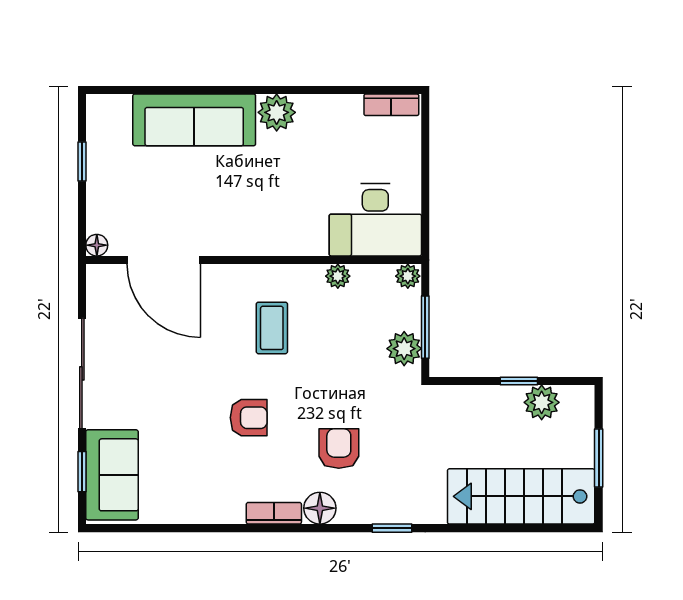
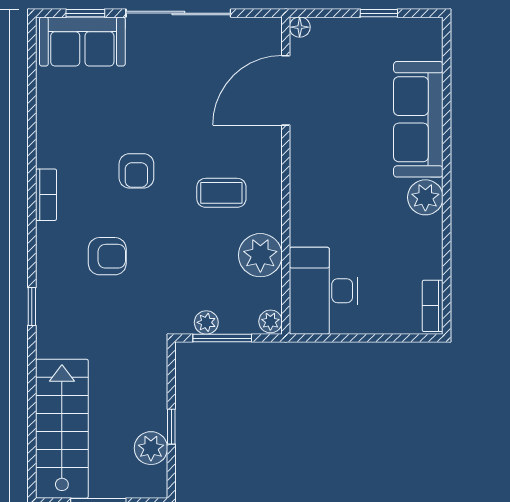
plant: (338, 276) -> (260, 255), width x1.87, depth x1.87
plant: (404, 349) -> (206, 322), width x0.73, depth x0.73
floor lamp: (320, 508) -> (51, 238), removed

